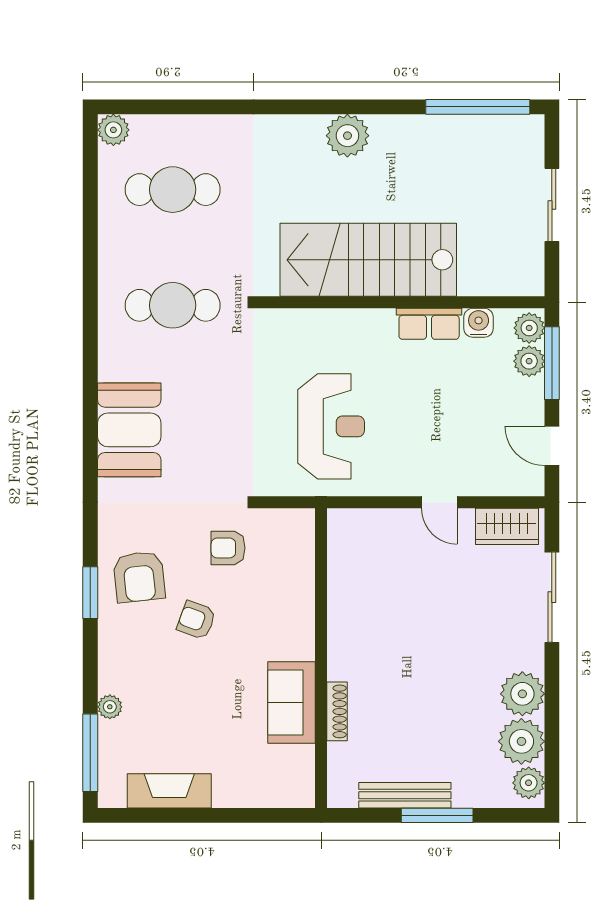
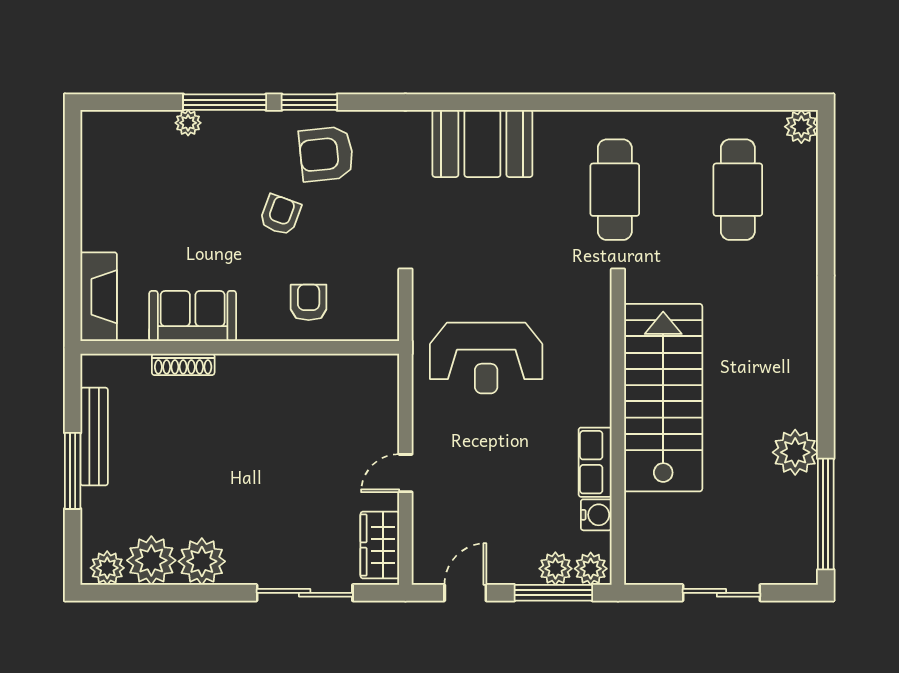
plant: (347, 136) -> (795, 452), moved
armchair: (228, 548) -> (309, 302), moved
window: (90, 753) -> (225, 102), moved
fireplace: (169, 791) -> (99, 297), moved

